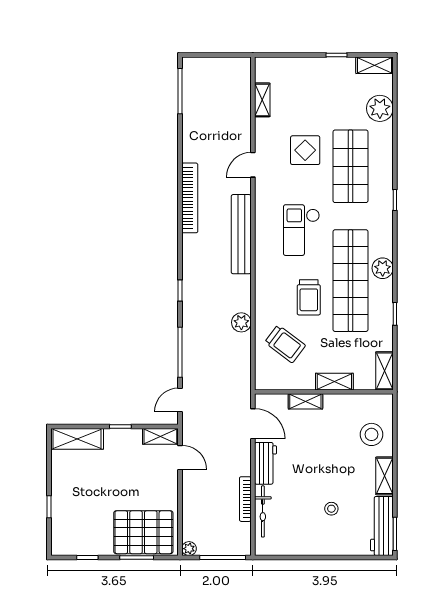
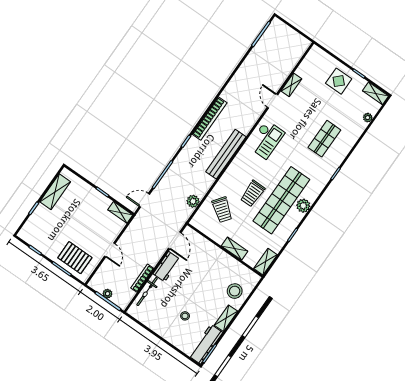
shelving: (262, 100) -> (291, 85), moved
plant: (380, 108) -> (368, 118), width x0.53, depth x0.53
display table: (305, 150) -> (339, 81), moved
door: (253, 165) -> (272, 101), hinge flipped
shop shelf: (350, 166) -> (324, 139), width x0.70, depth x0.74
bookcase: (190, 198) -> (210, 119), moved
checkout: (301, 230) -> (266, 139), moved, turned 180
bench: (241, 234) -> (226, 154), moved
plant: (241, 322) -> (193, 201), moved
shelving: (305, 401) -> (212, 248), removed
shelving: (77, 439) -> (55, 192), moved, turned 90
door: (180, 458) -> (110, 250), moved
pallet: (143, 532) -> (75, 258), width x0.73, depth x0.71
plant: (189, 549) -> (108, 294), moved

